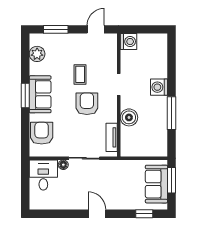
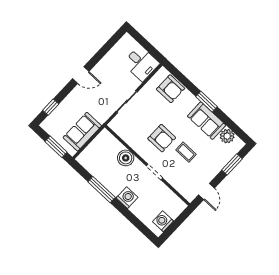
washing machine: (128, 42) -> (163, 221), moved, turned 90
sofa: (40, 94) -> (207, 121), moved
tv unit: (112, 137) -> (123, 134), removed
floor lamp: (63, 165) -> (135, 83), removed
sofa: (156, 184) -> (82, 132), moved, turned -90

